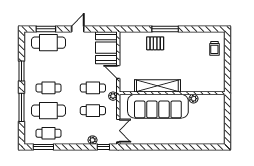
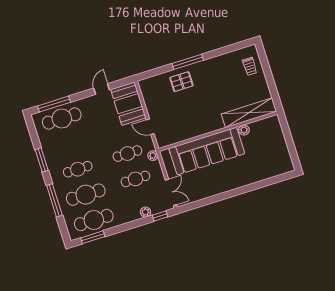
window: (46, 29) -> (54, 104), width x1.44
door: (78, 29) -> (102, 89), moved
shelving: (157, 86) -> (249, 113), moved
cafe table: (48, 133) -> (94, 220), width x1.37, depth x1.35

